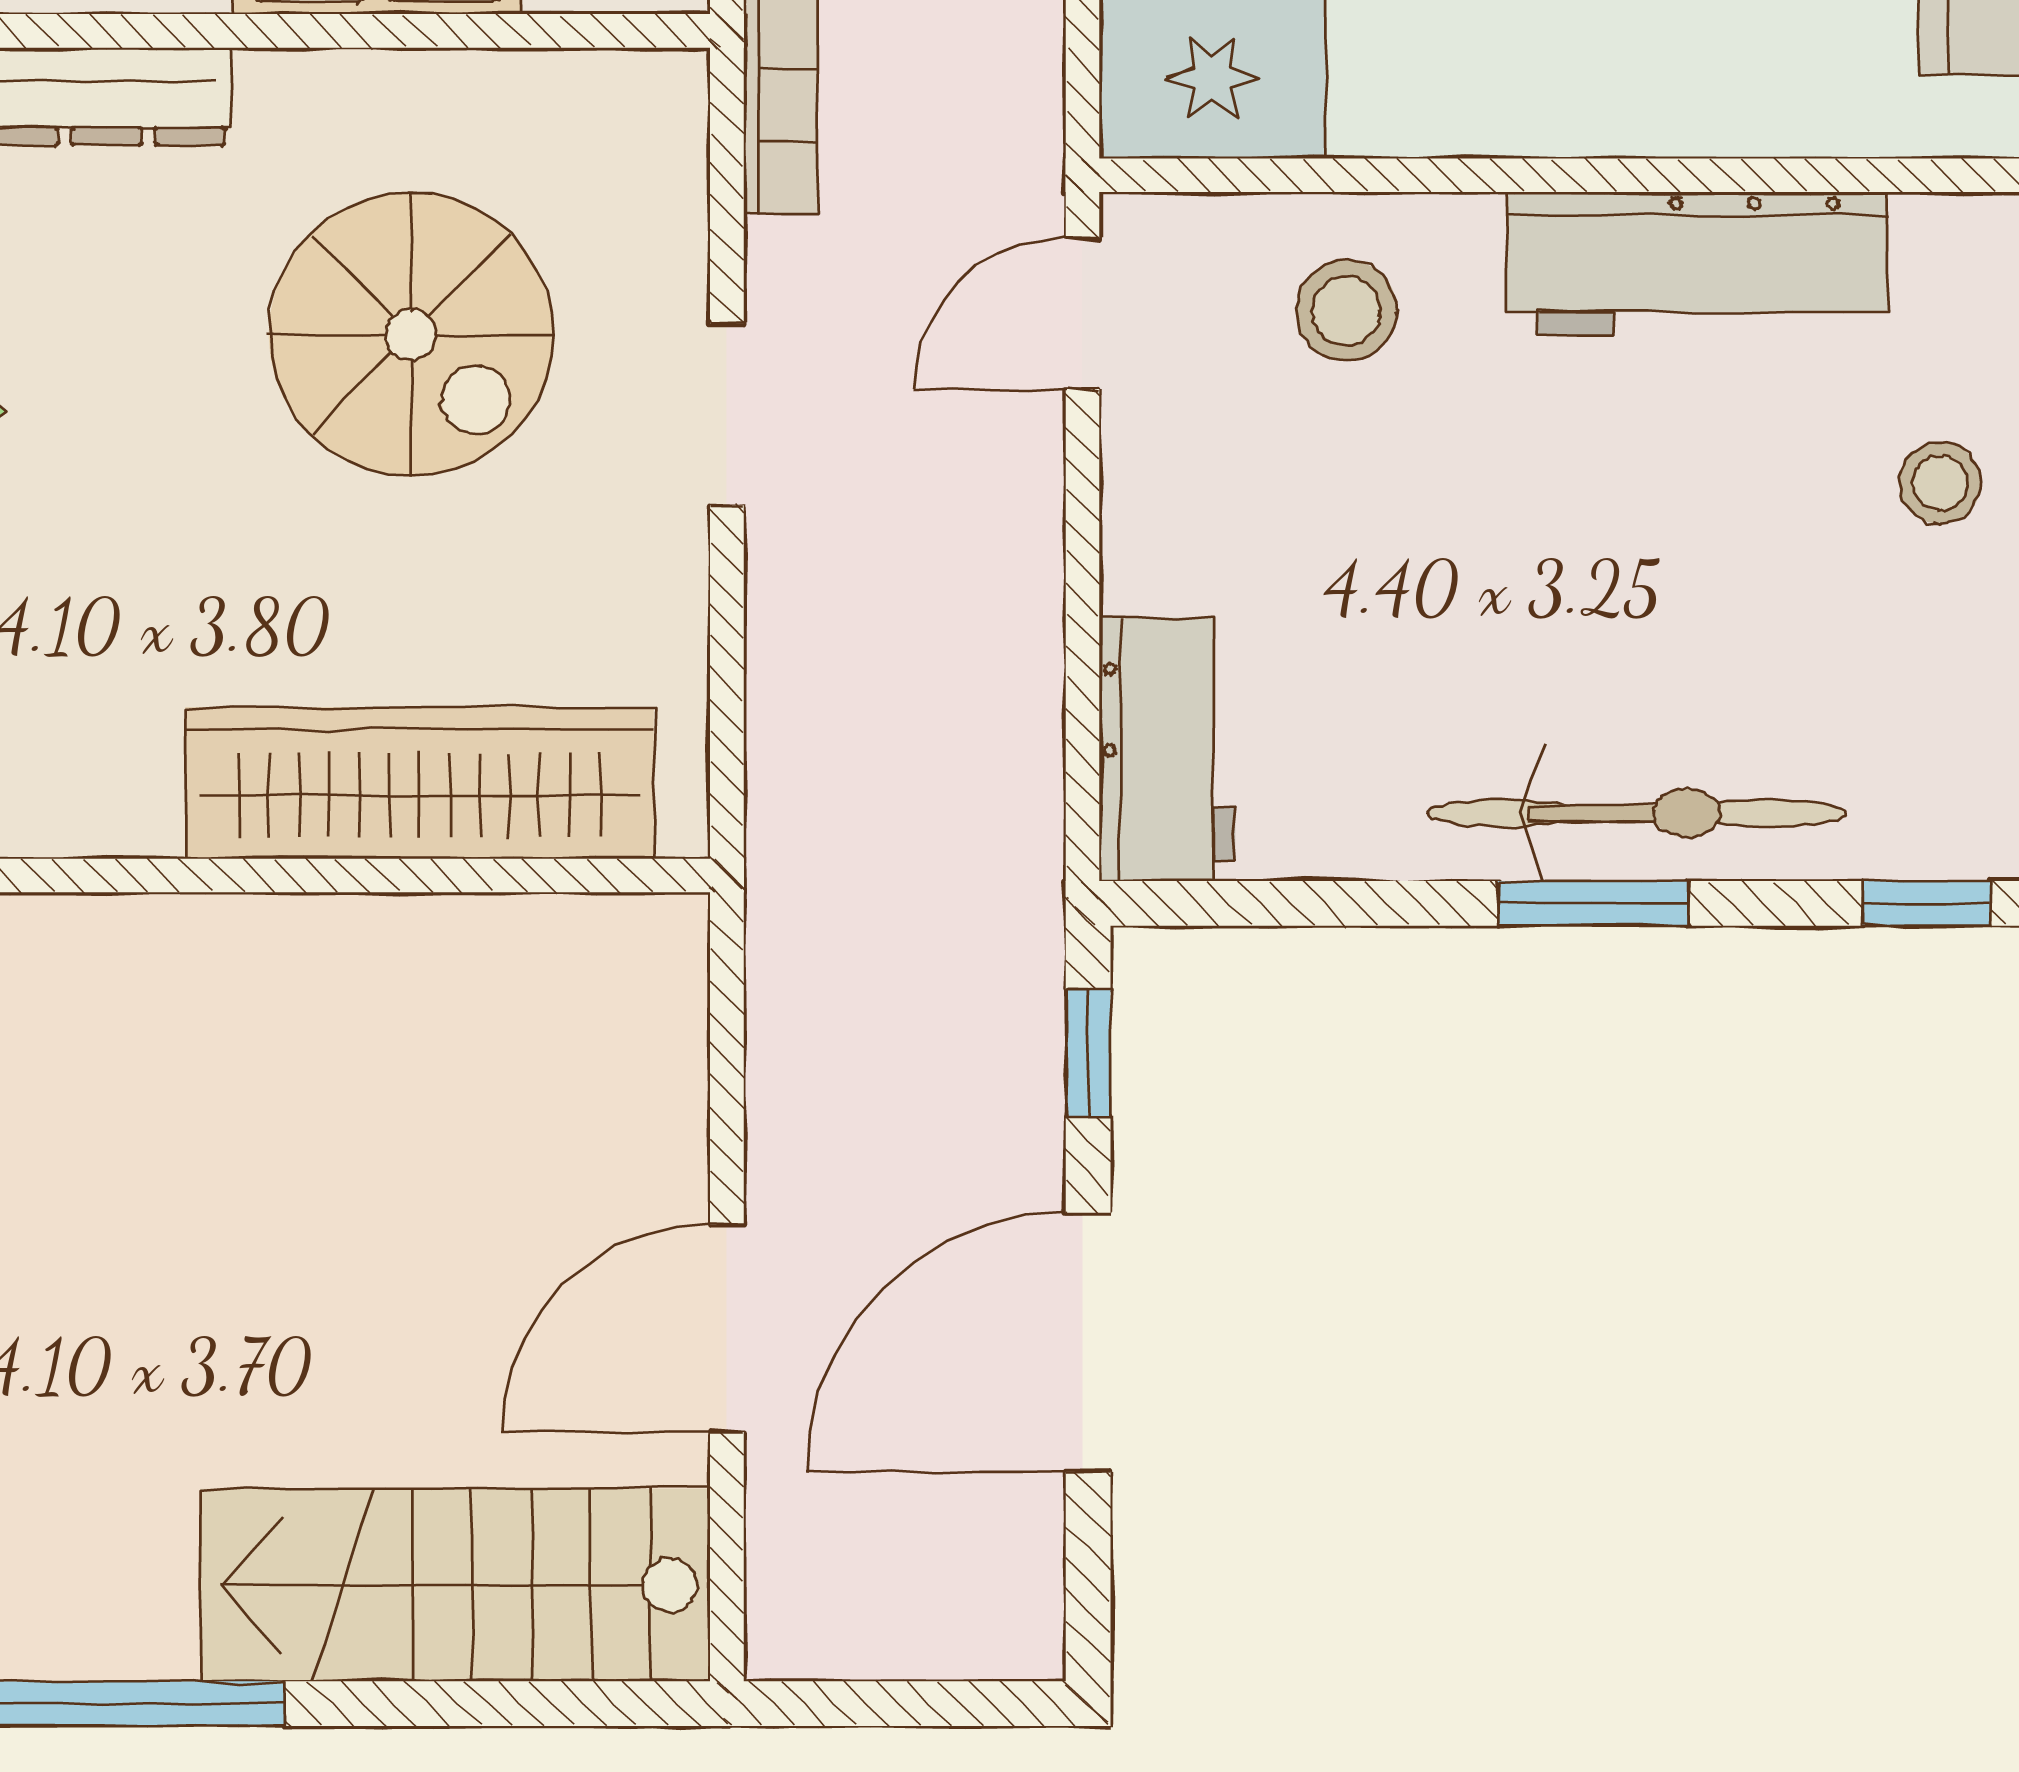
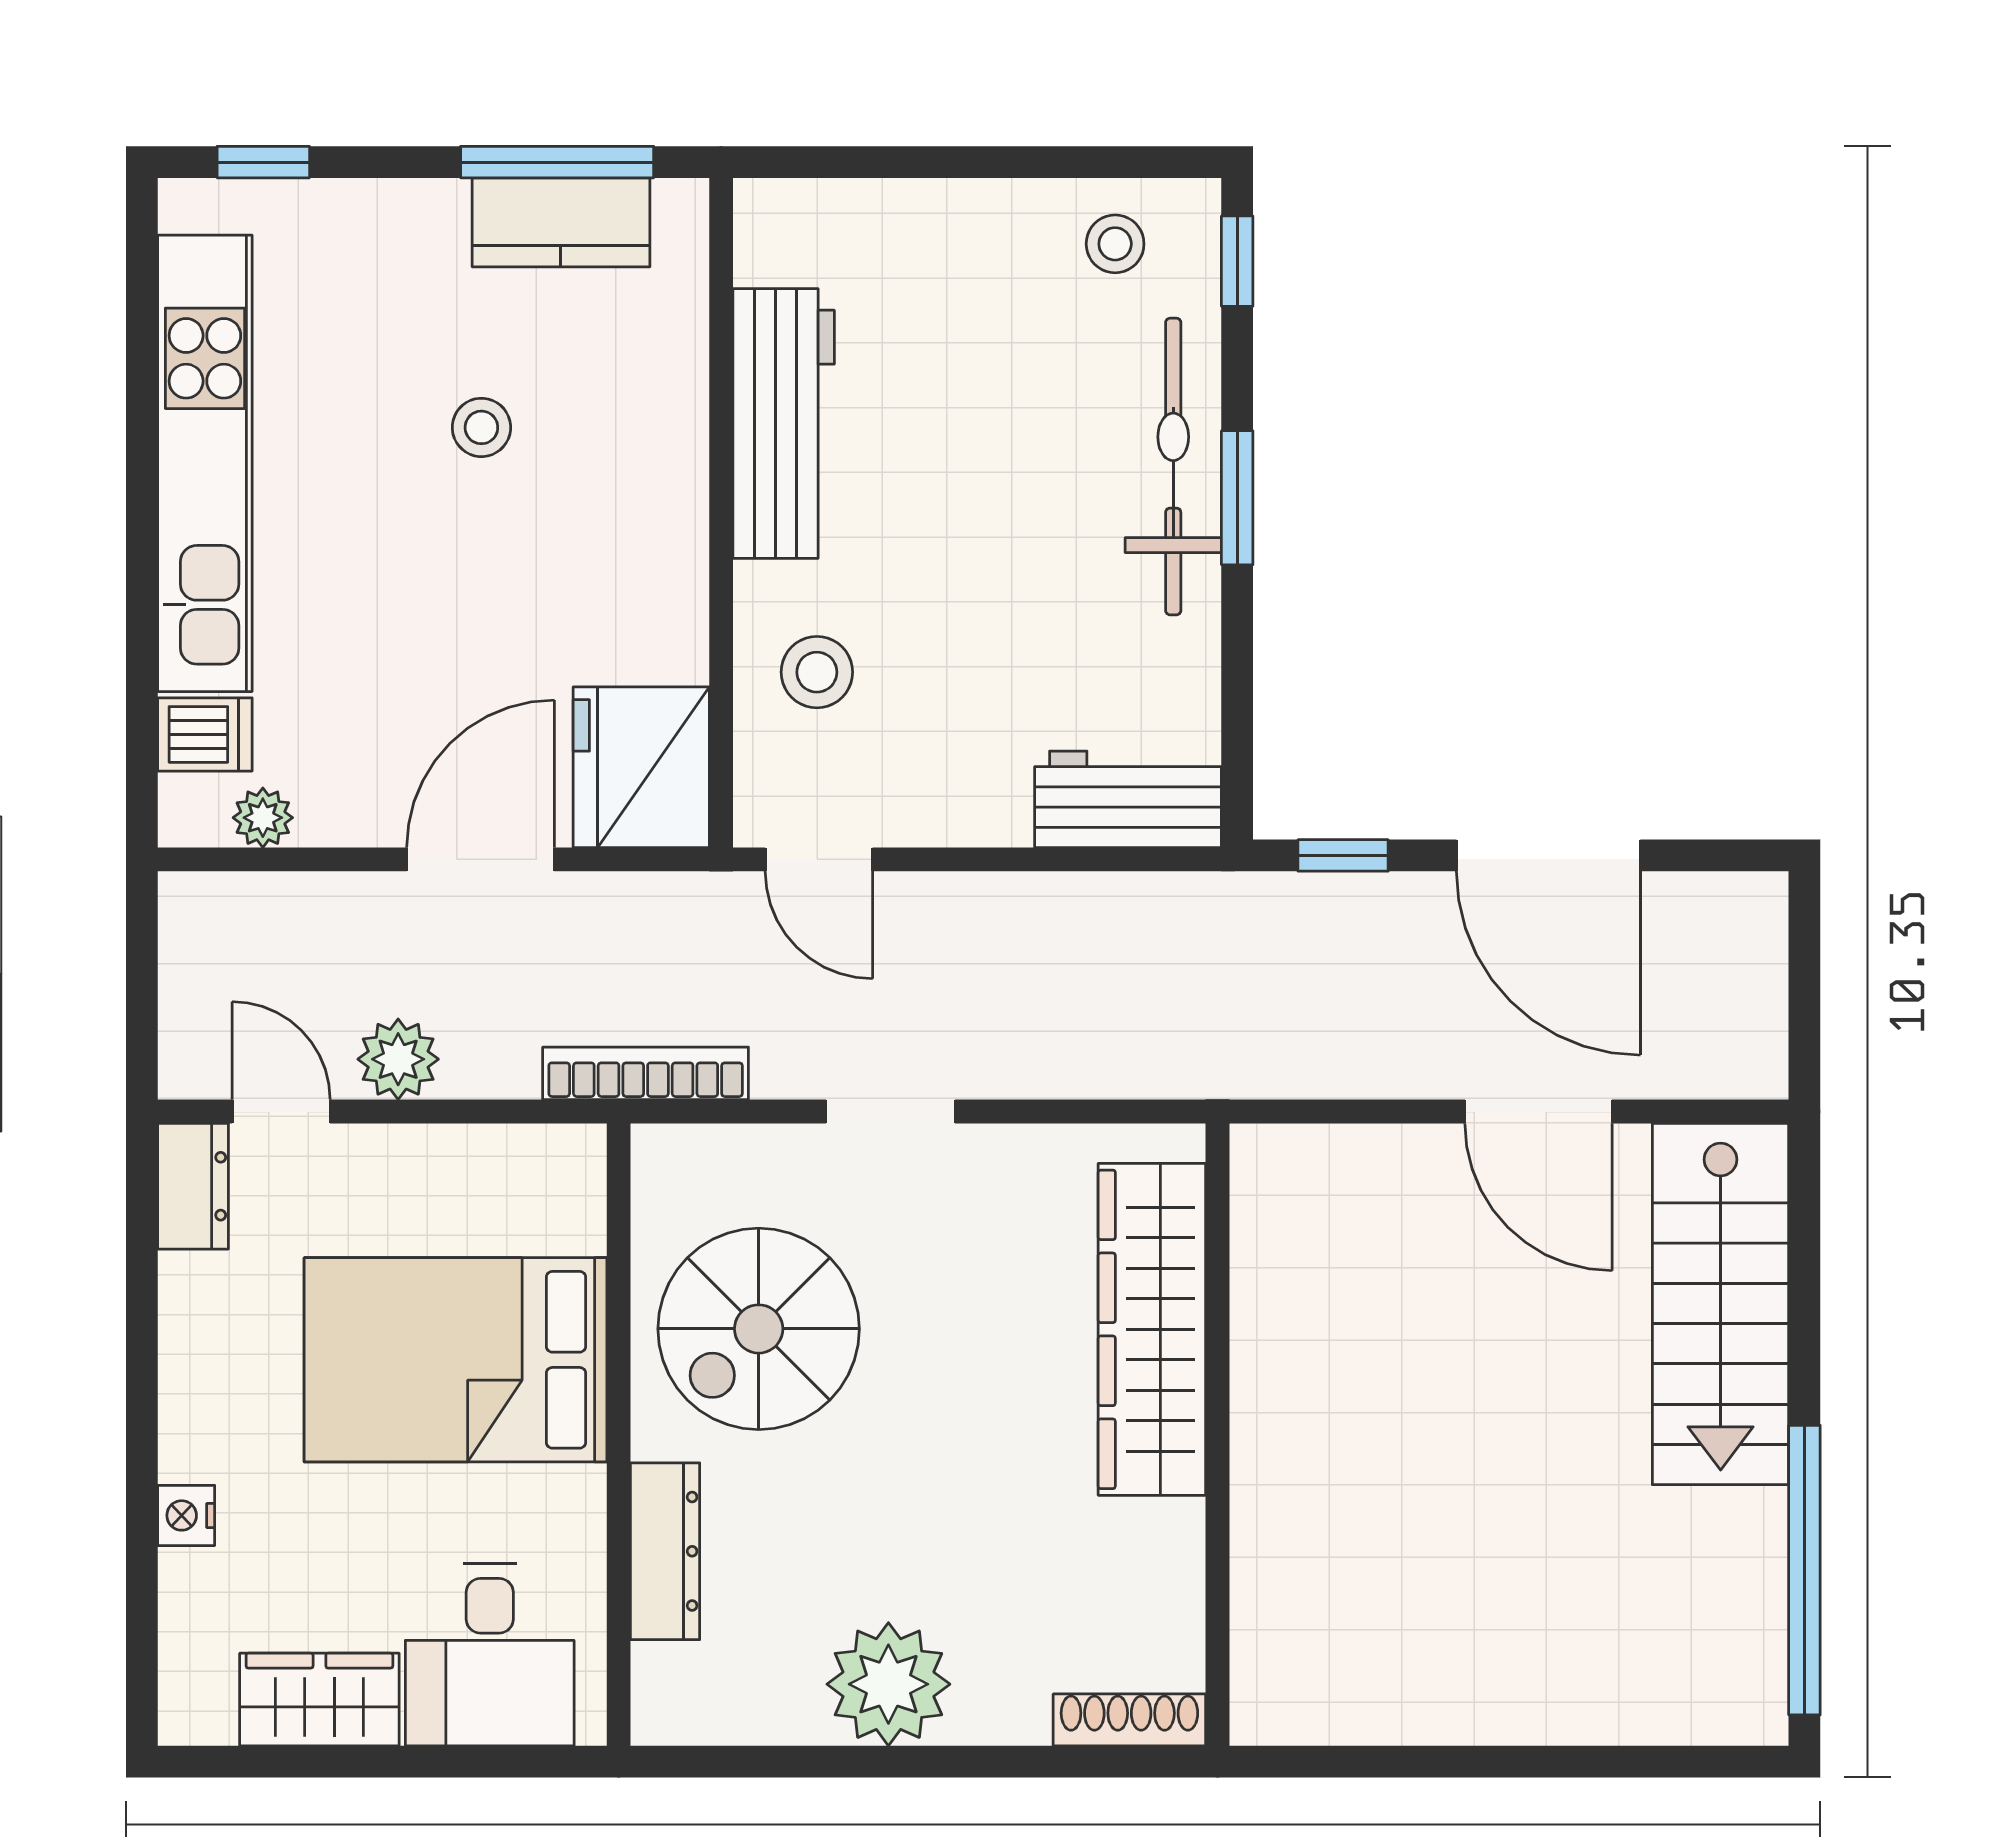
spiral stairs: (411, 334) -> (759, 1329), moved, turned 180
stool: (1940, 483) -> (1115, 244), moved

